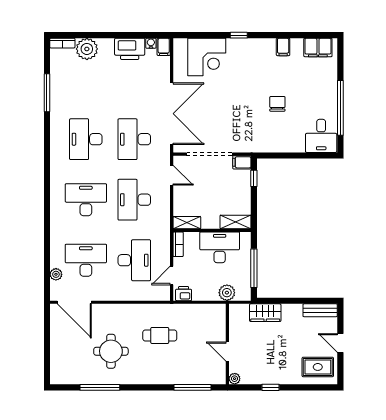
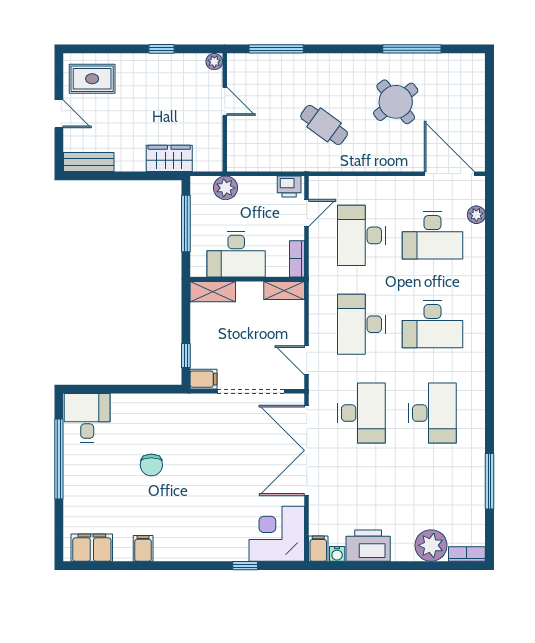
window: (239, 35) -> (245, 566), moved
corner desk: (207, 57) -> (277, 534), moved
desk: (134, 200) -> (361, 324), turned 180
cafe table: (160, 335) -> (324, 125), turned 36
round table: (111, 351) -> (396, 102), turned -38

